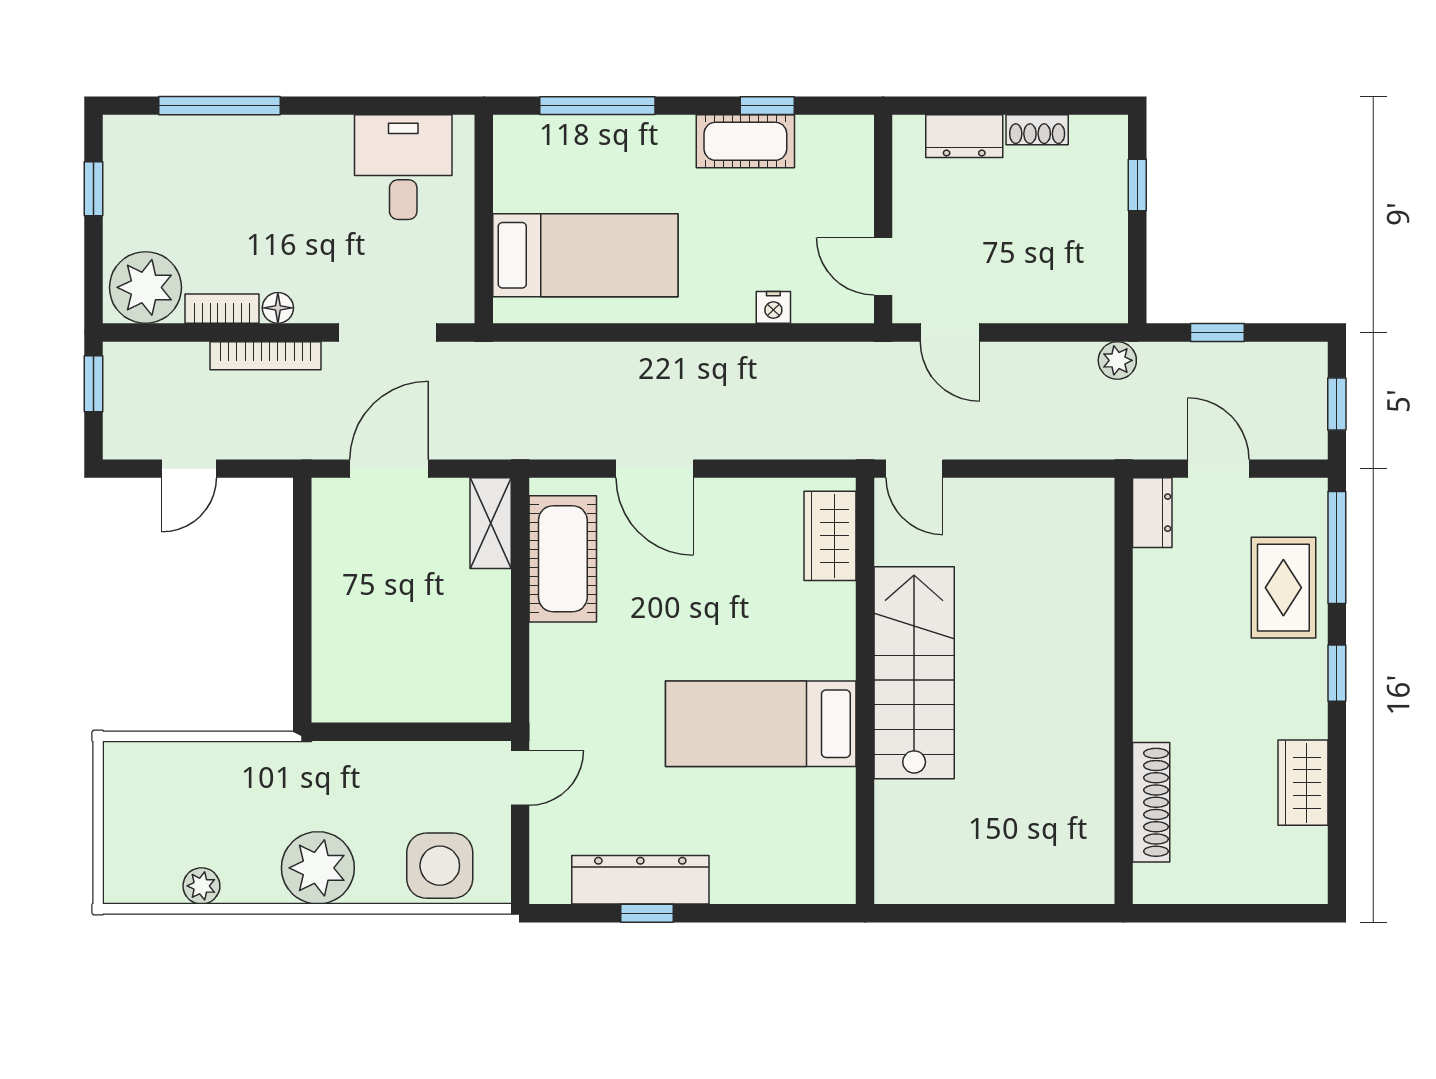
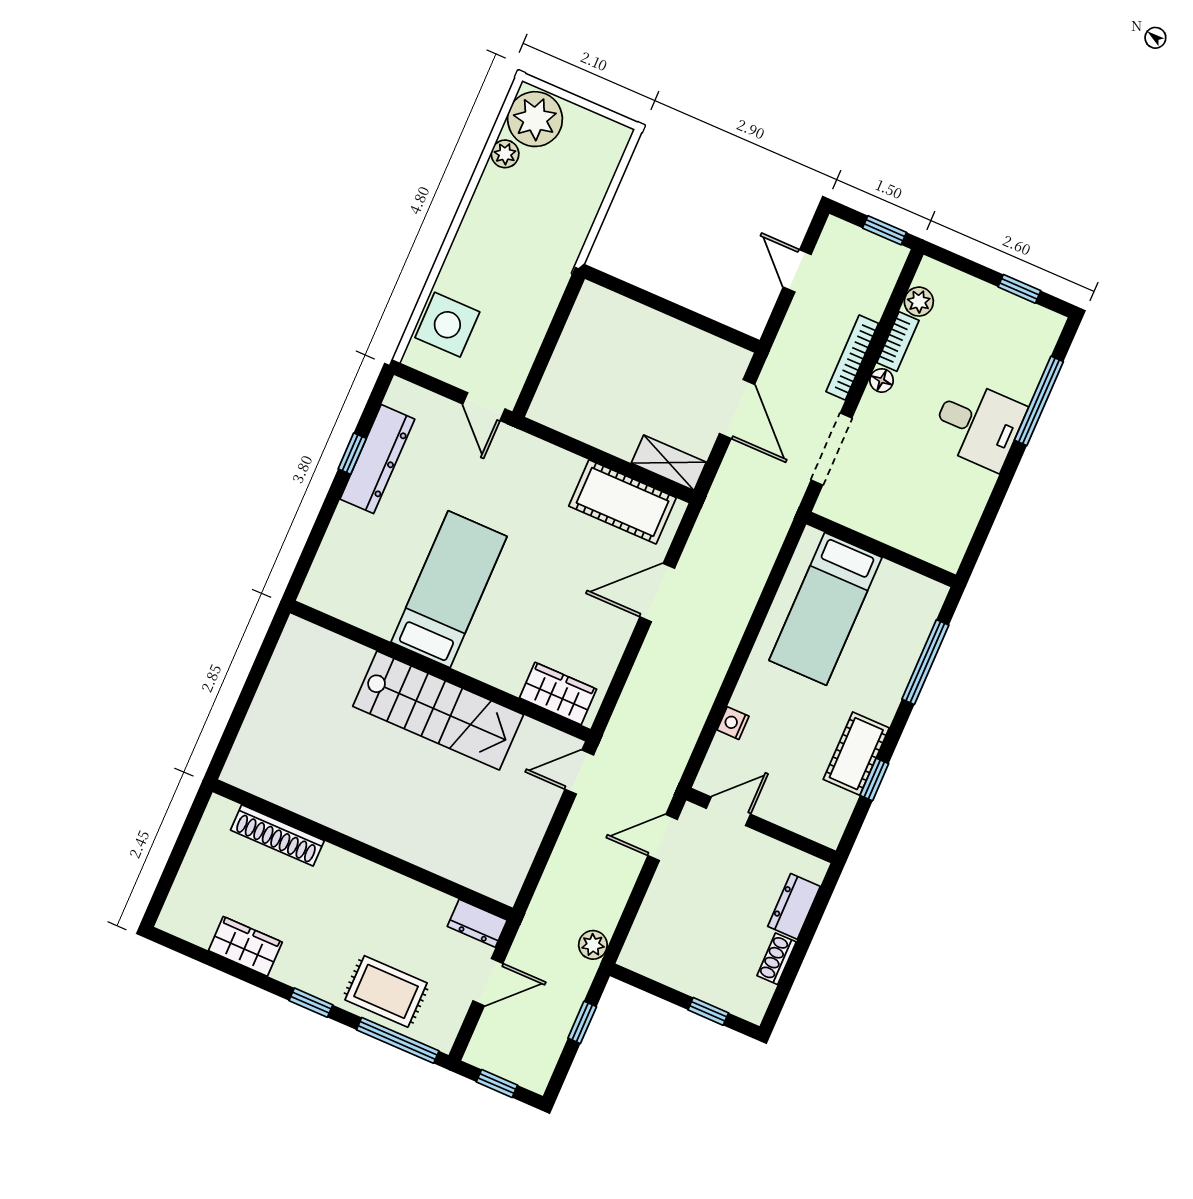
desk: (403, 167) -> (978, 425), moved
plant: (145, 287) -> (919, 302), width x0.53, depth x0.53
plant: (318, 868) -> (535, 119), moved

